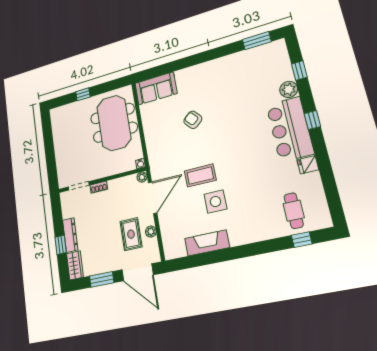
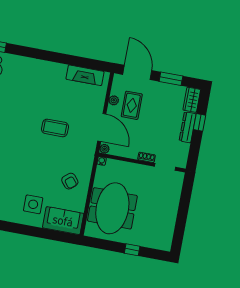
armchair: (193, 120) -> (70, 181), moved
door: (153, 198) -> (102, 127), swing flipped
side table: (215, 202) -> (33, 204), moved
fireplace: (207, 243) -> (85, 75), moved

